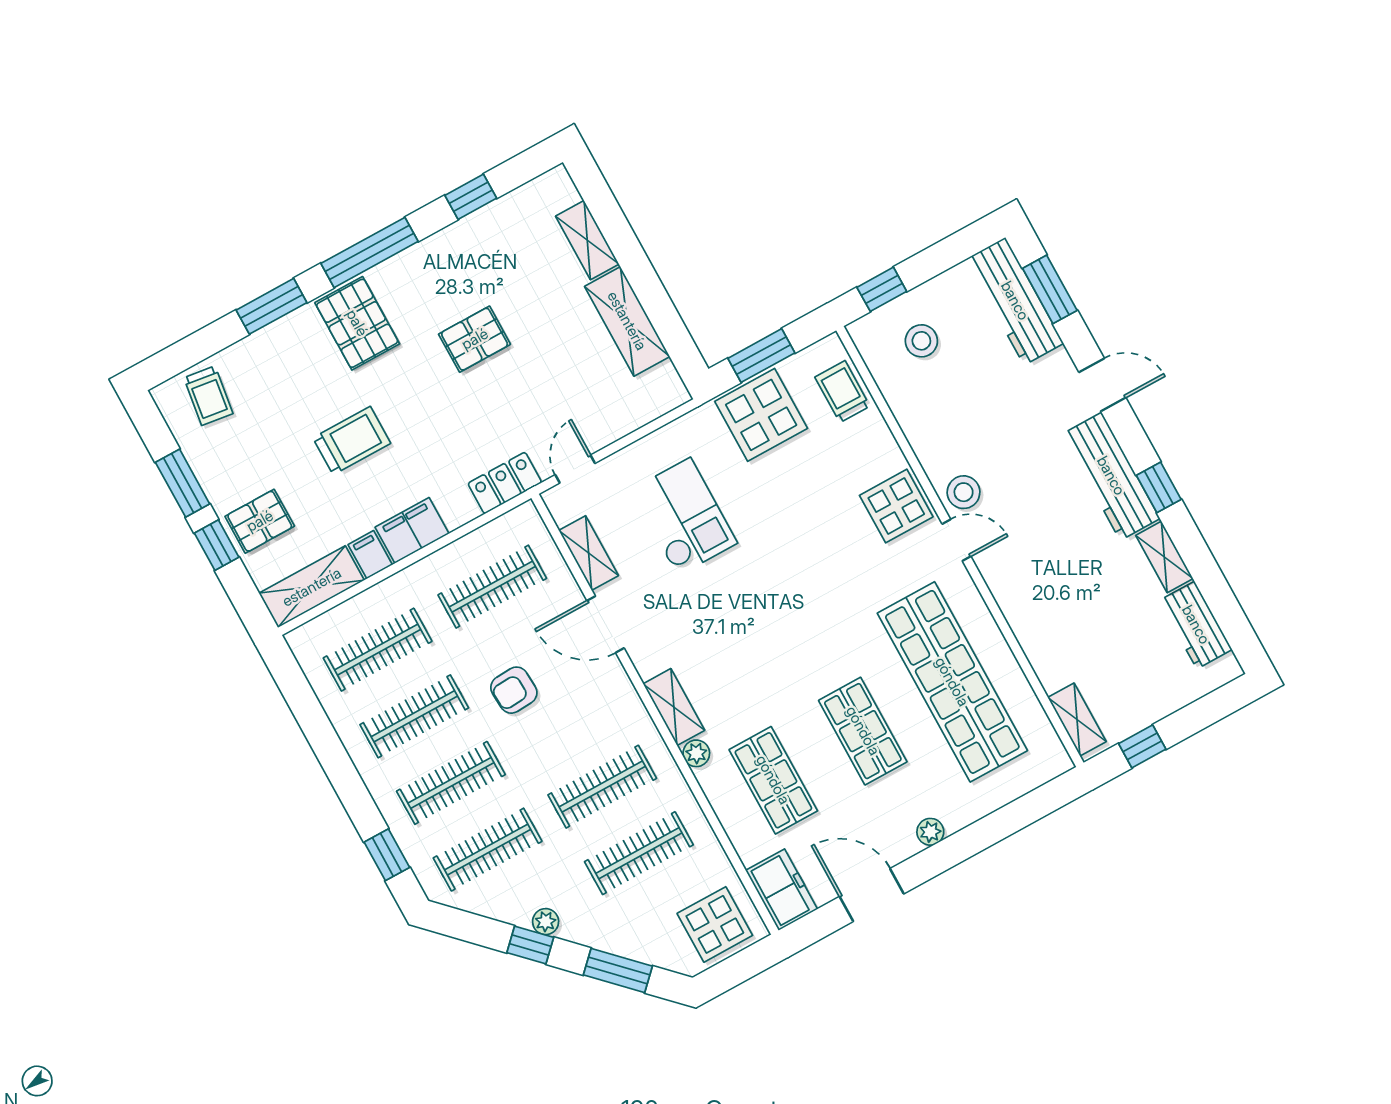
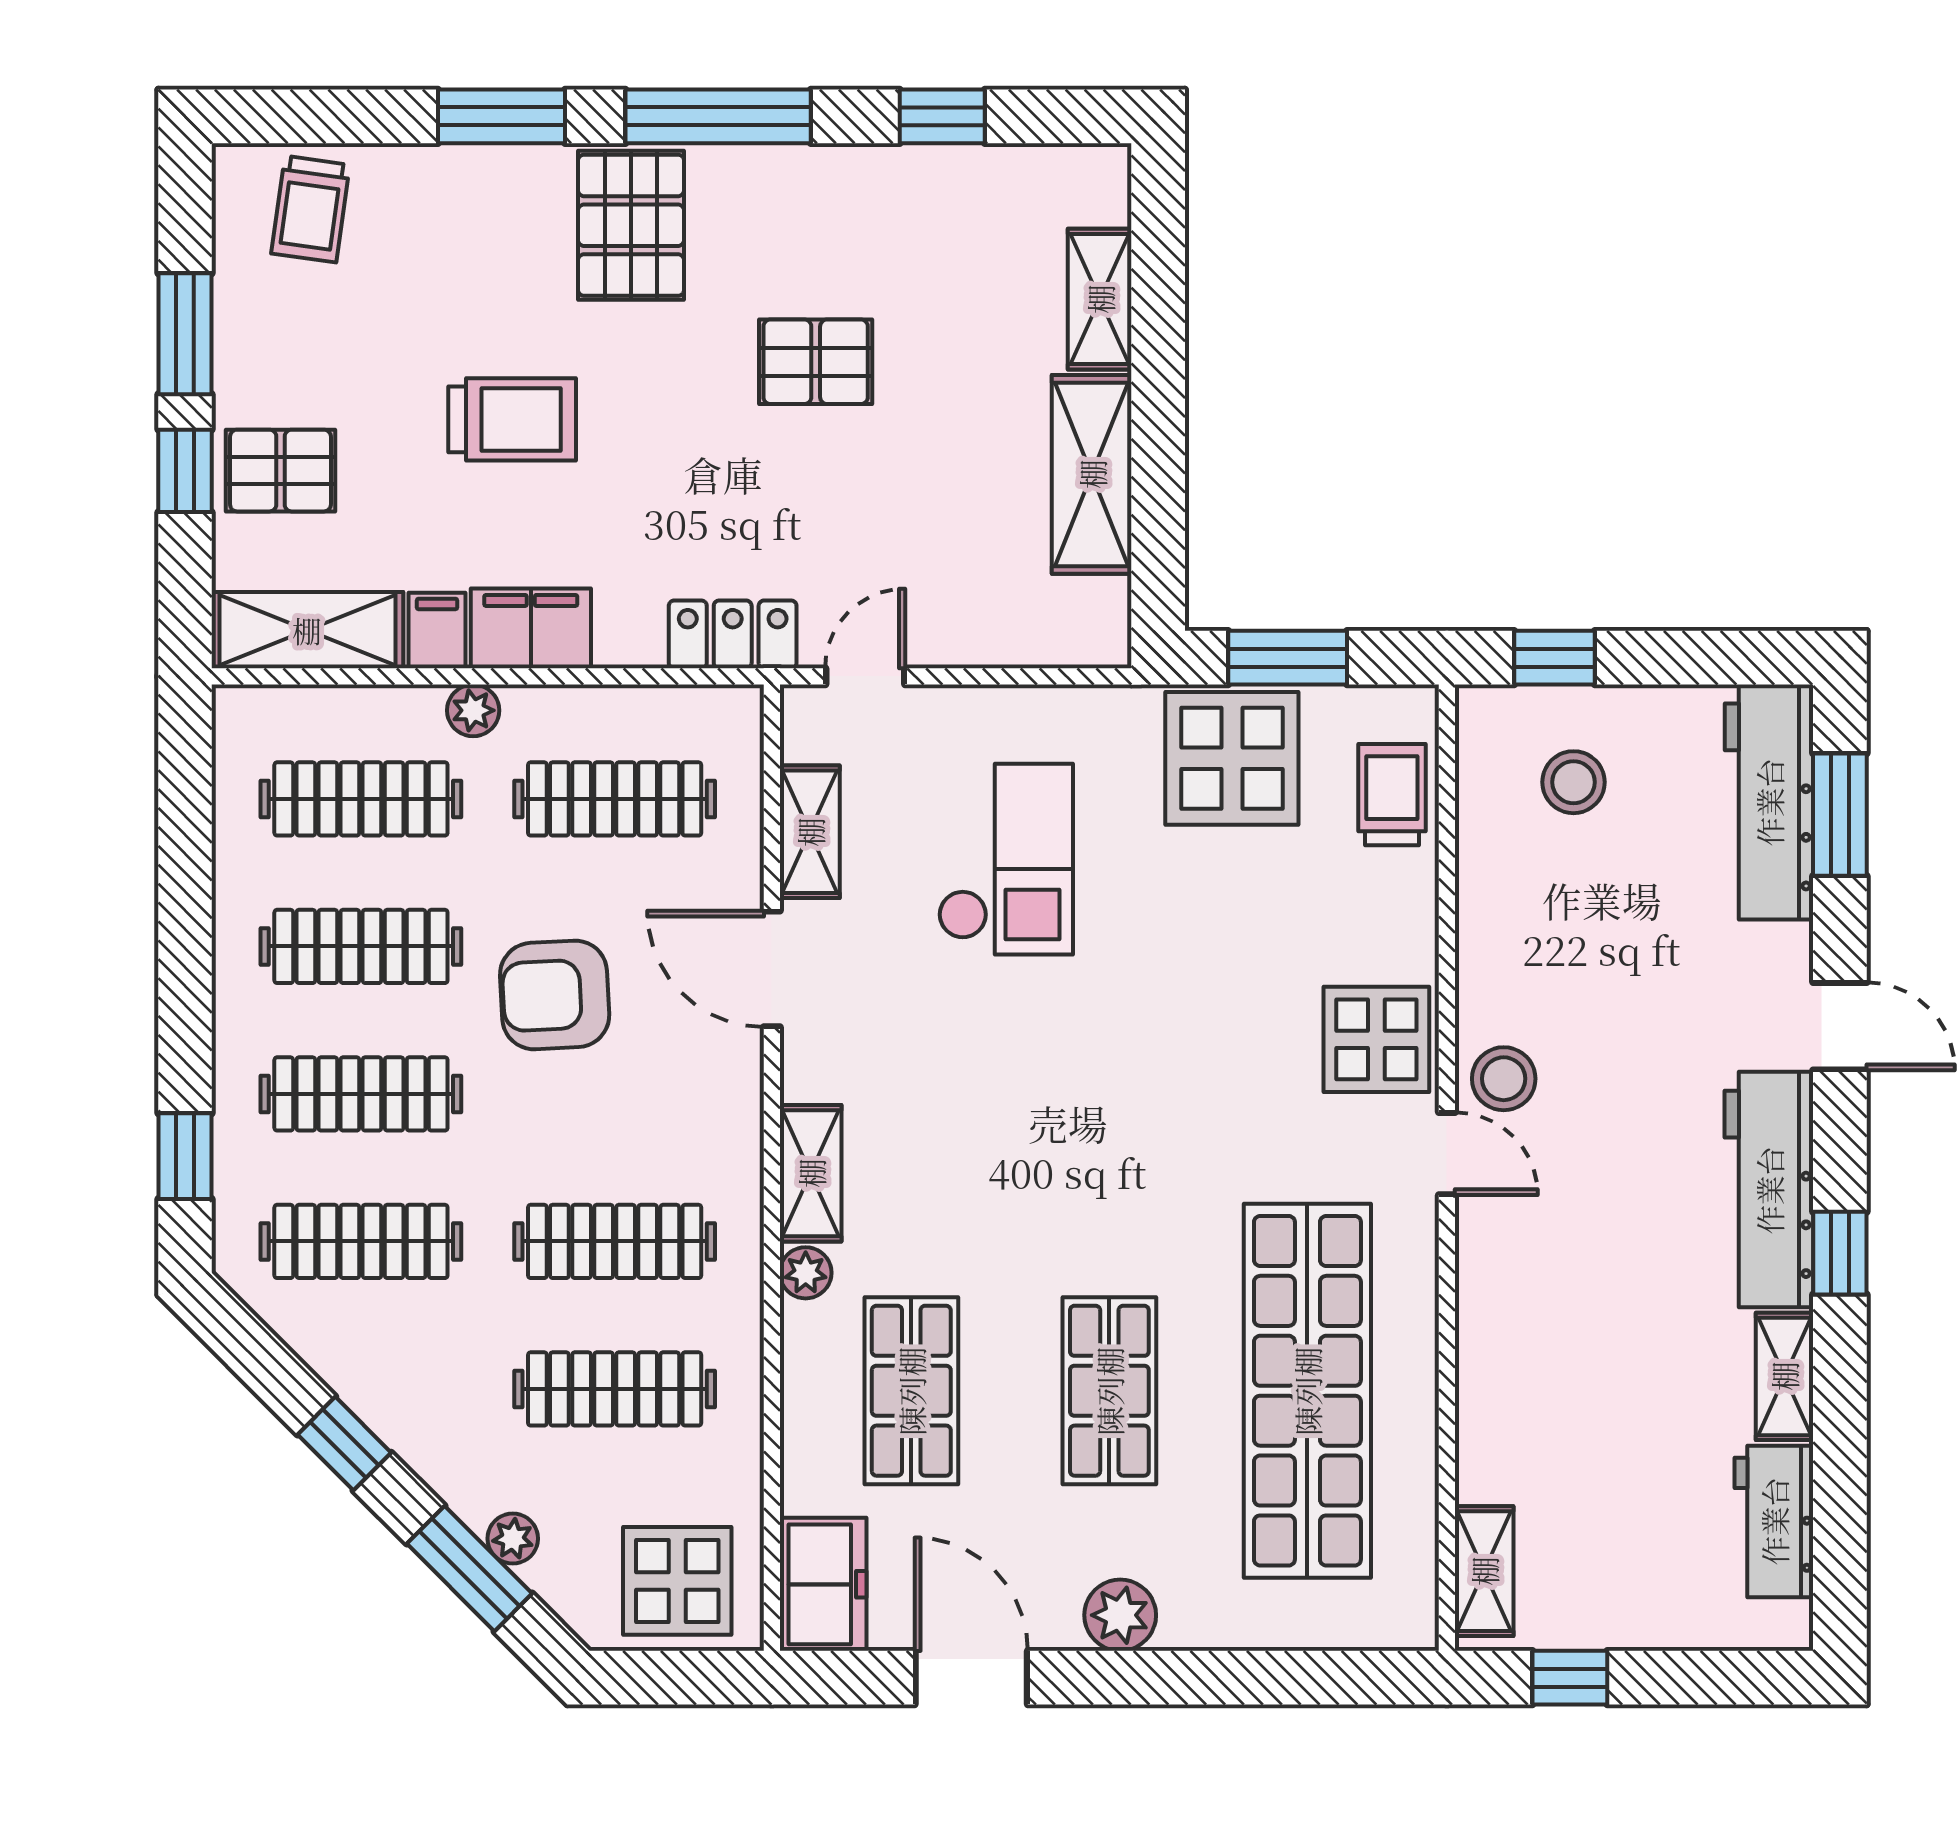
plant: (406, 582) -> (473, 710), added
armchair: (514, 690) -> (555, 995), width x1.38, depth x1.38
plant: (930, 832) -> (1120, 1615), width x1.38, depth x1.38
plant: (546, 922) -> (513, 1539), moved

